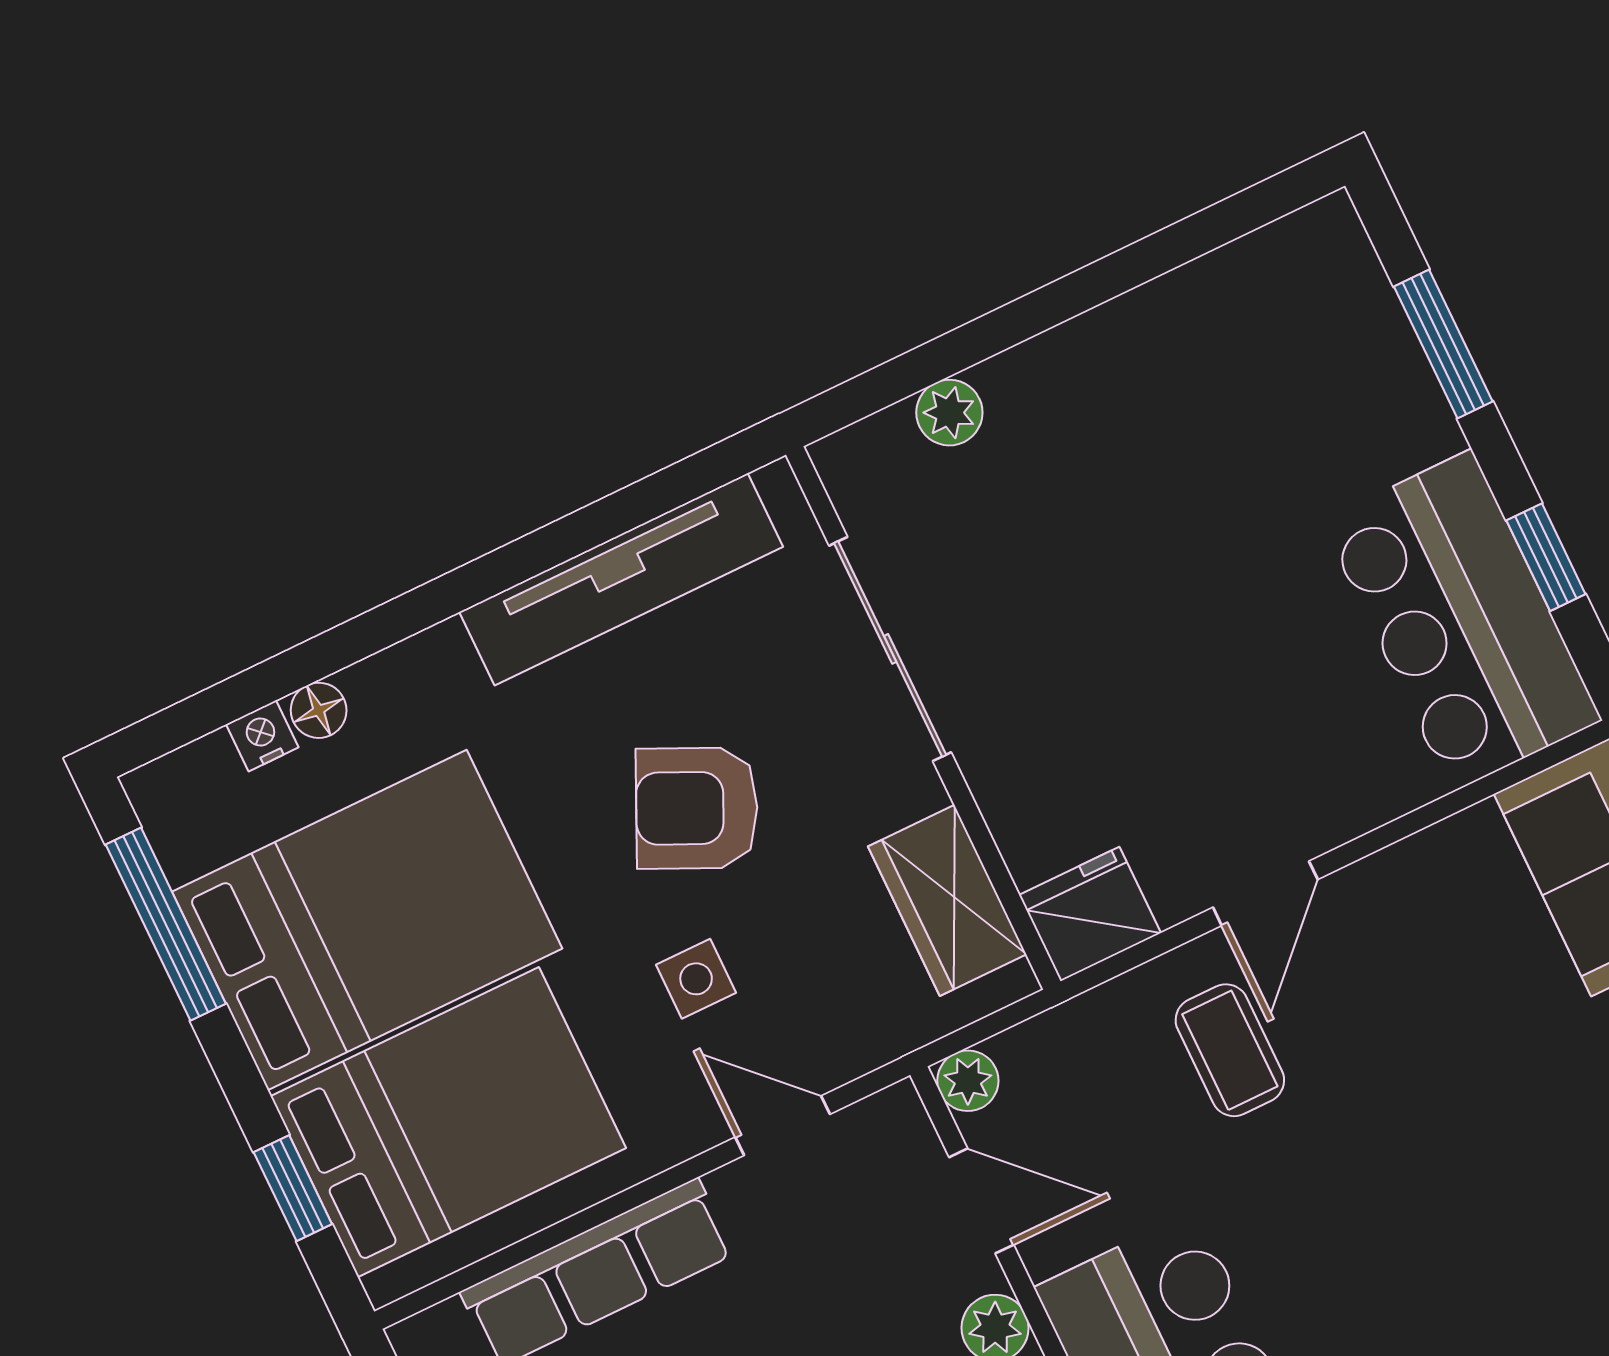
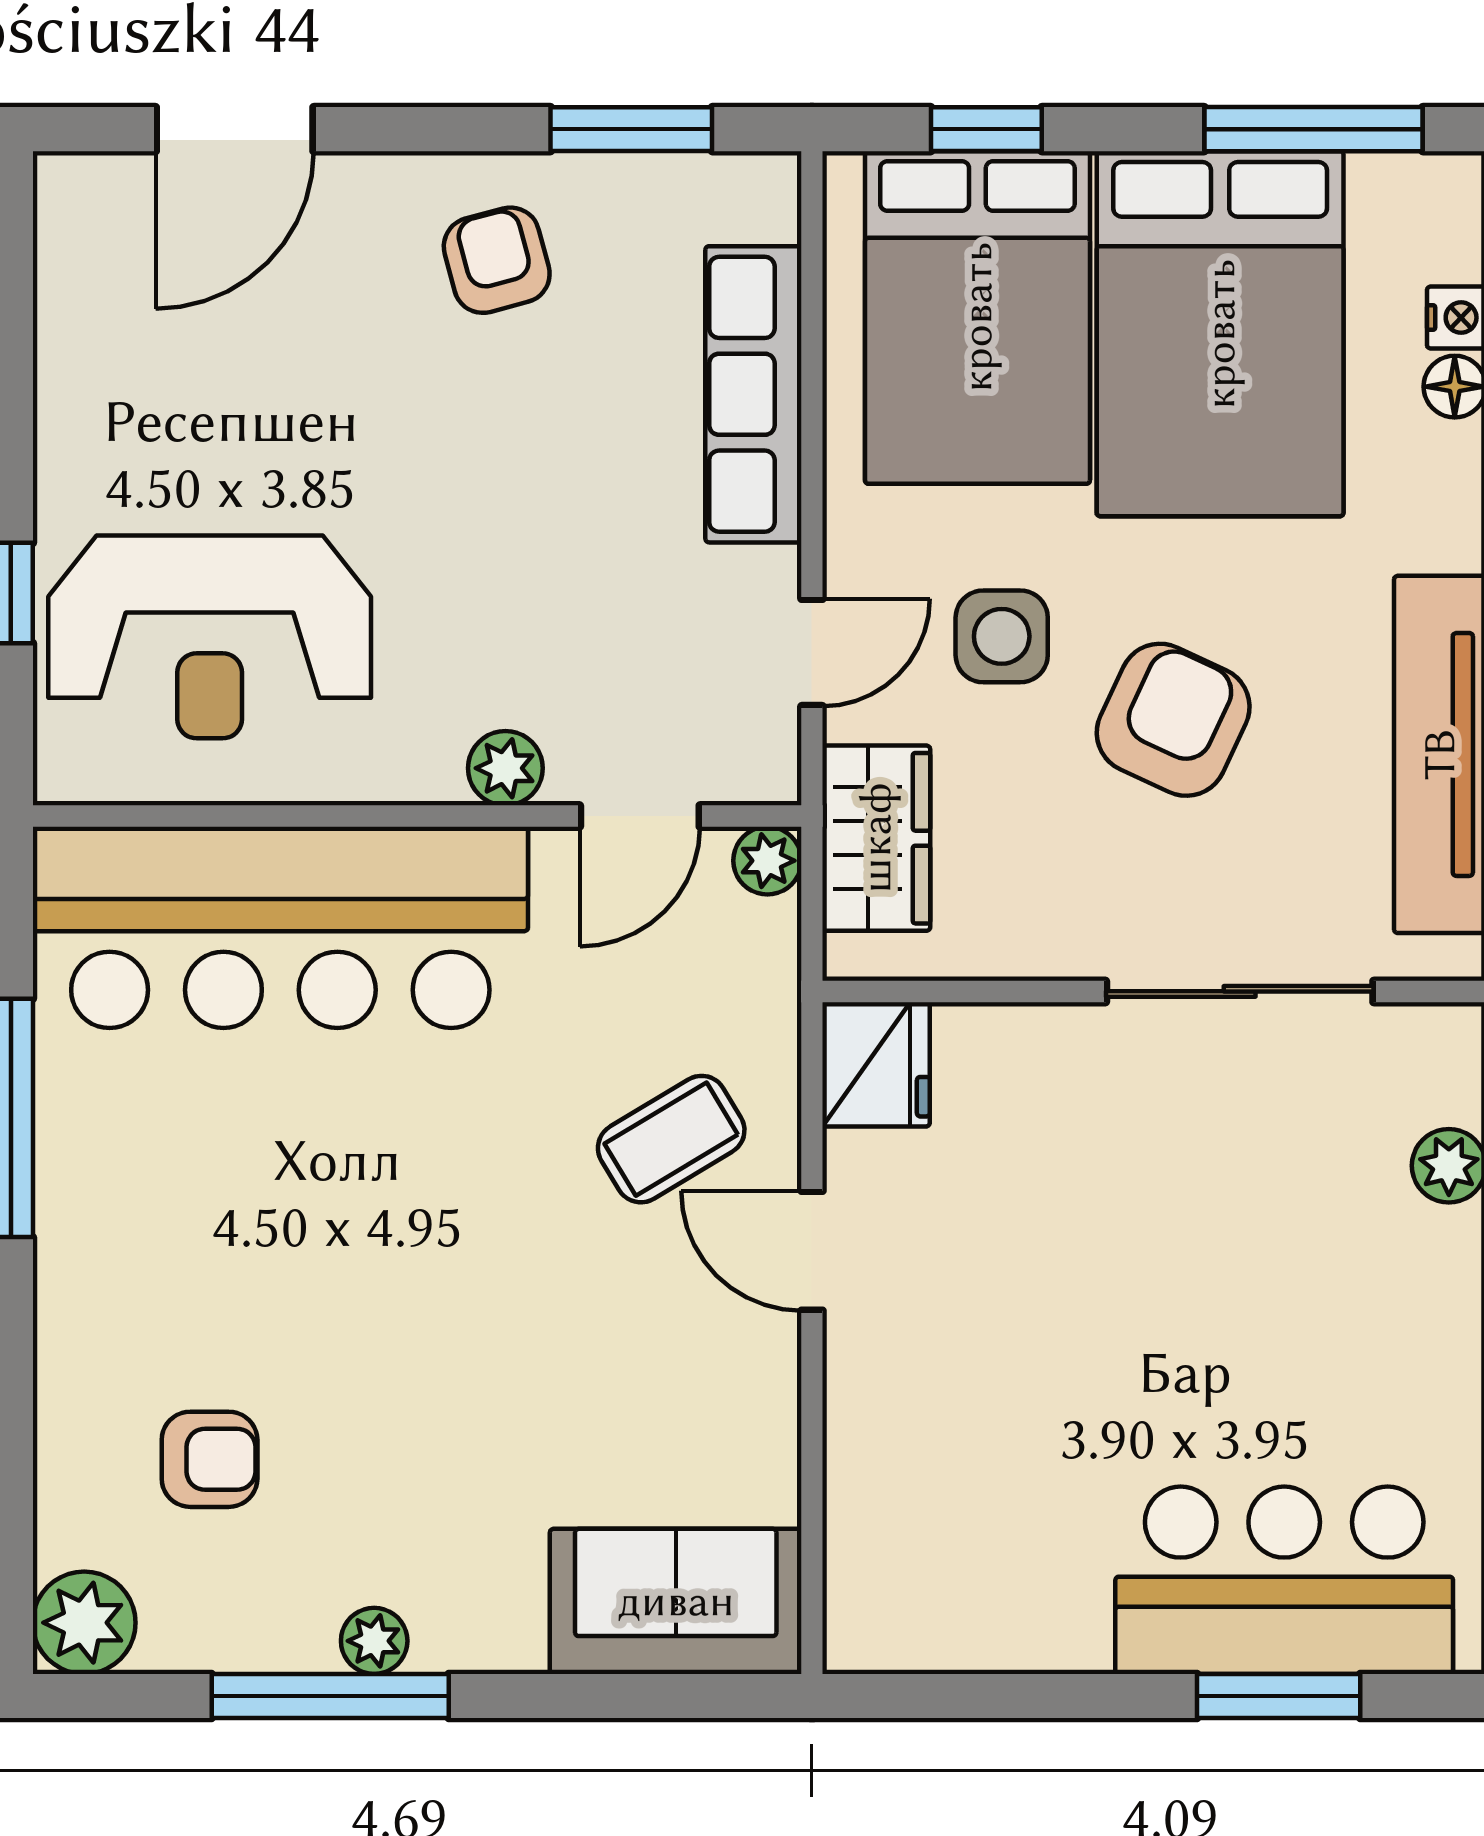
window: (1546, 557) -> (1014, 1696), removed
bar counter: (1461, 621) -> (1284, 1580), moved
wardrobe: (947, 900) -> (876, 838), moved, turned 90
side table: (696, 979) -> (1002, 636), width x1.37, depth x1.37
coffee table: (1230, 1050) -> (671, 1139), turned -31

